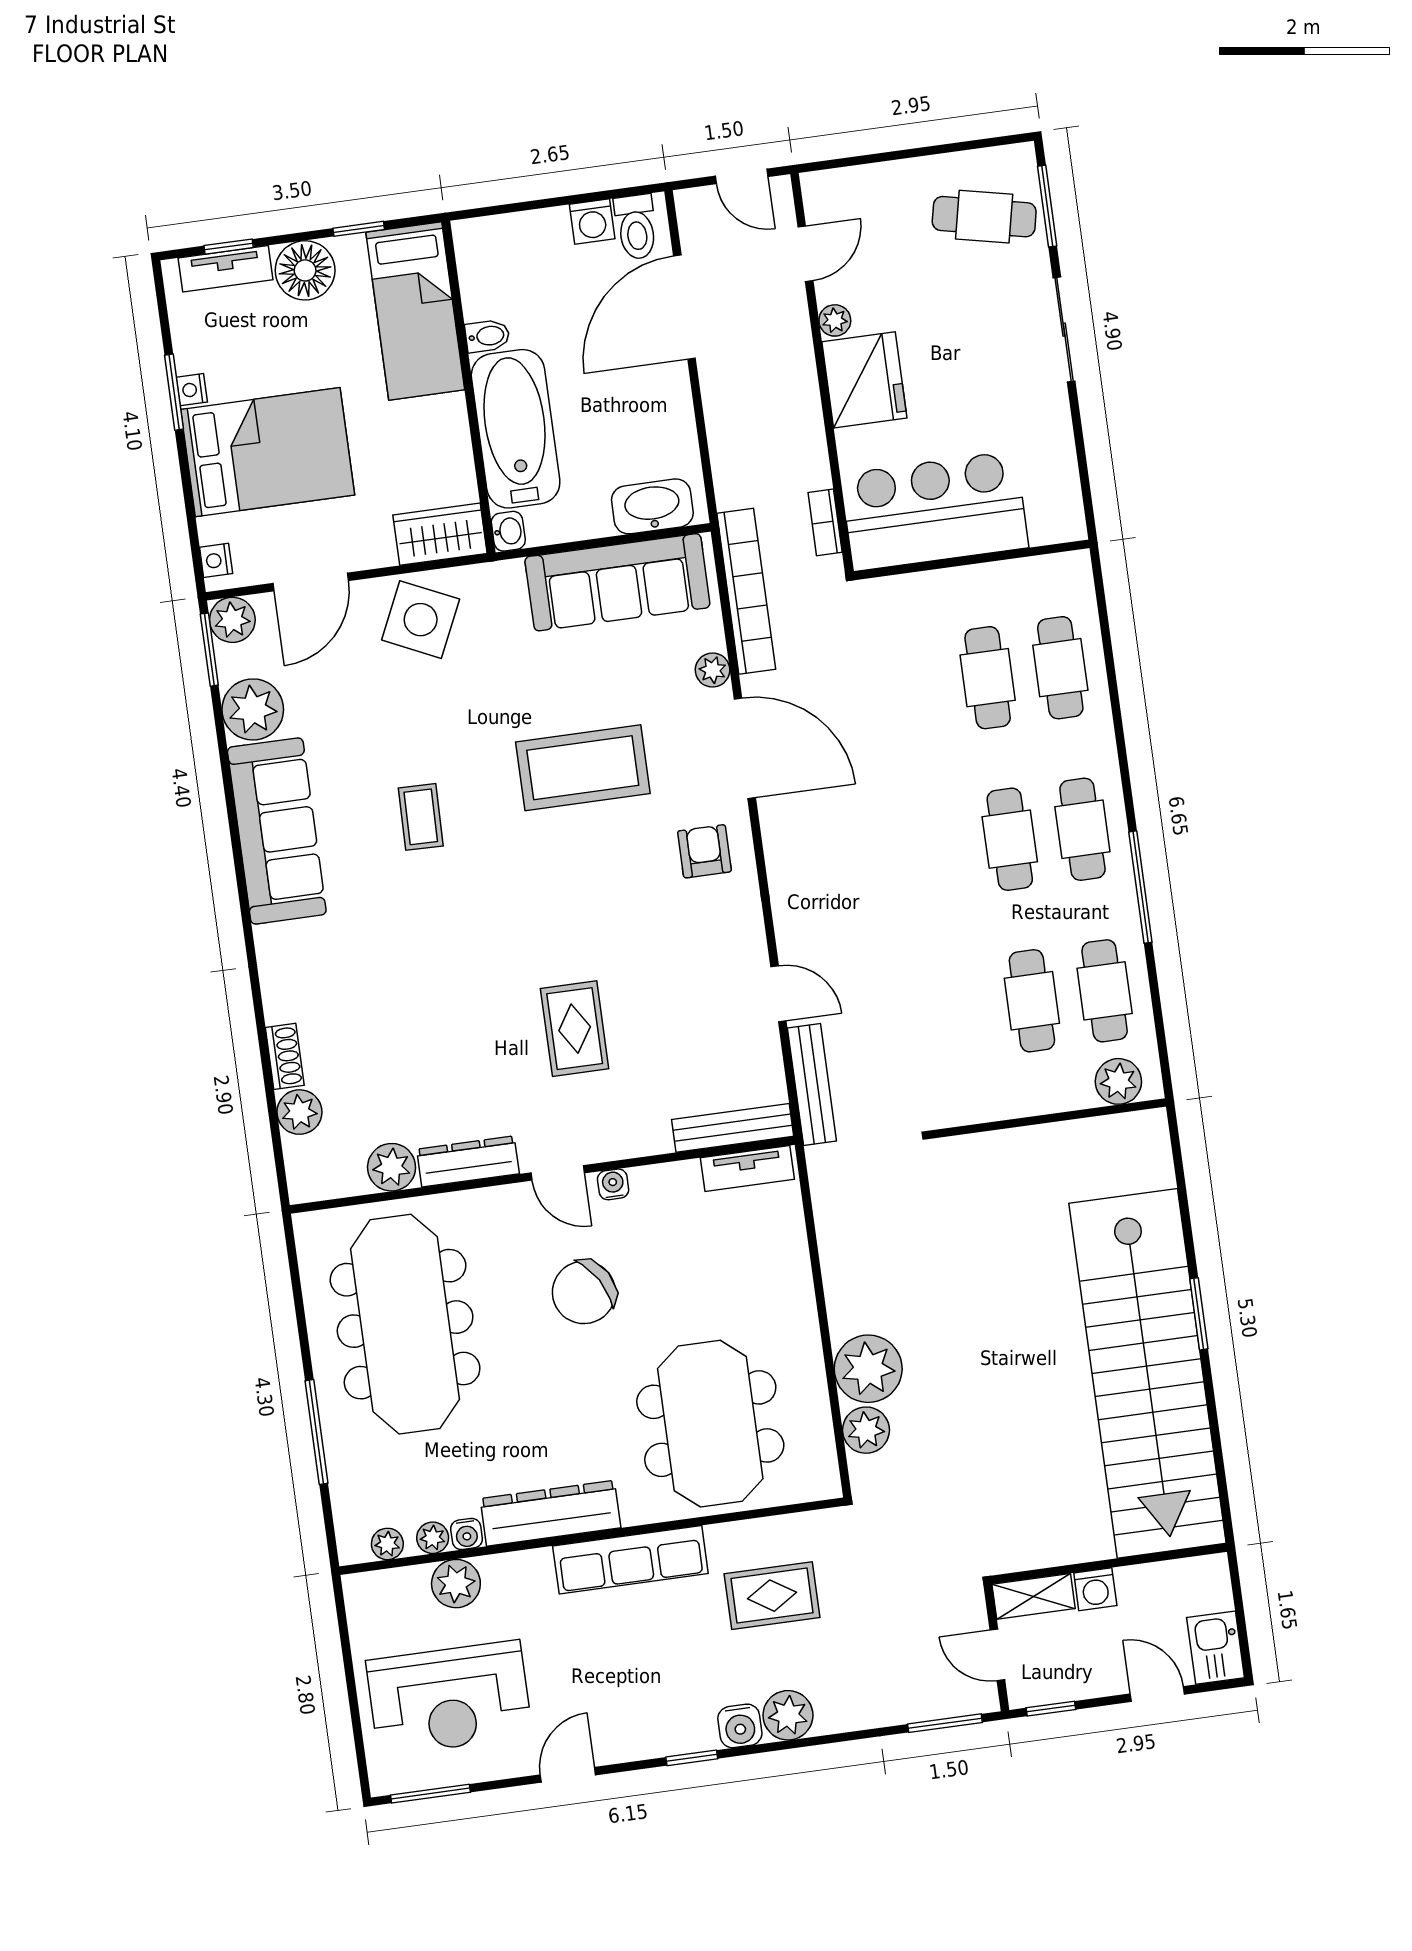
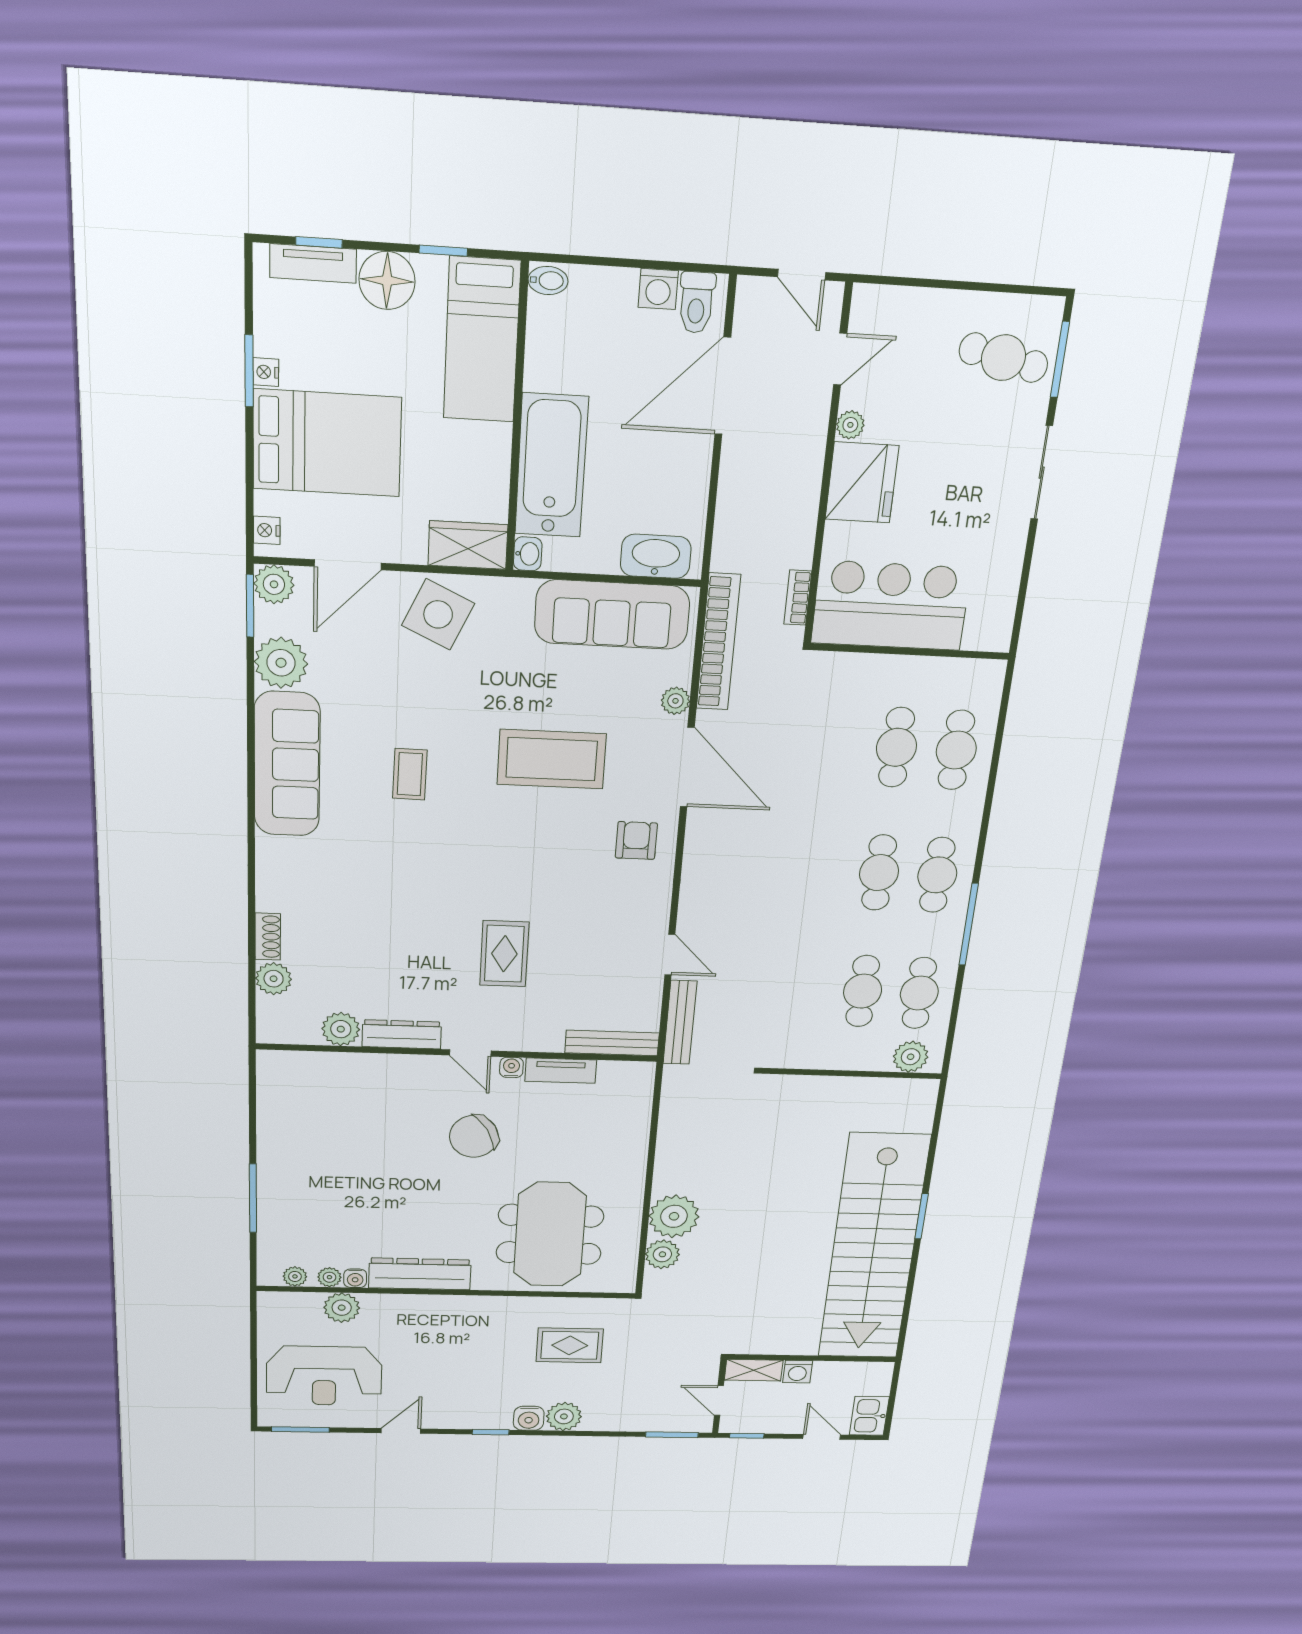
bidet: (487, 336) -> (548, 281), moved
tv unit: (747, 1169) -> (561, 1071), moved
meeting table: (405, 1324) -> (333, 1137), removed
row of seats: (630, 1560) -> (473, 1310), removed

